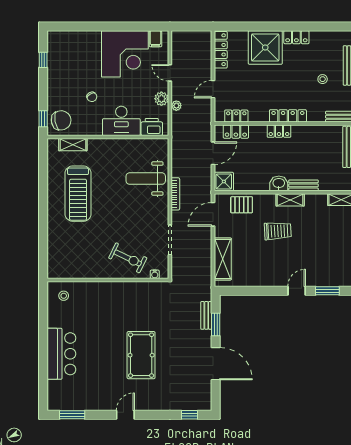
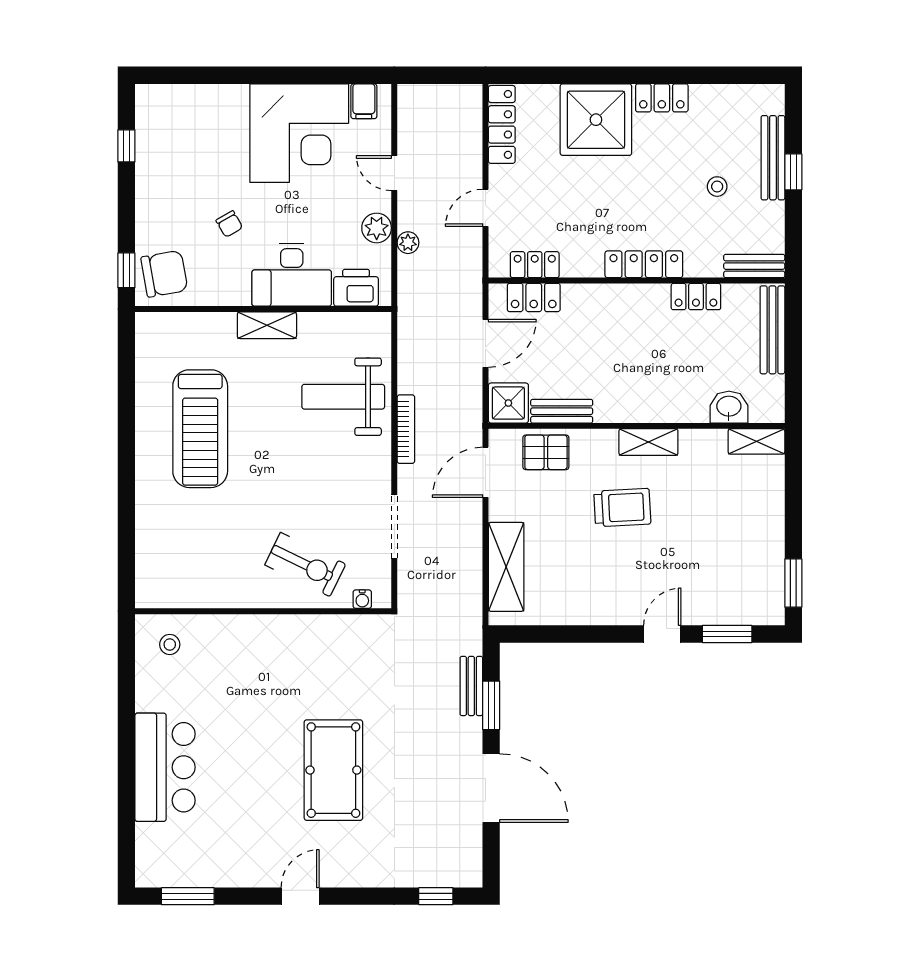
locker: (279, 131) -> (696, 297), moved
shelving: (73, 145) -> (267, 325), moved
washbasin: (279, 183) -> (729, 407), moved
bench: (303, 185) -> (562, 411), moved

